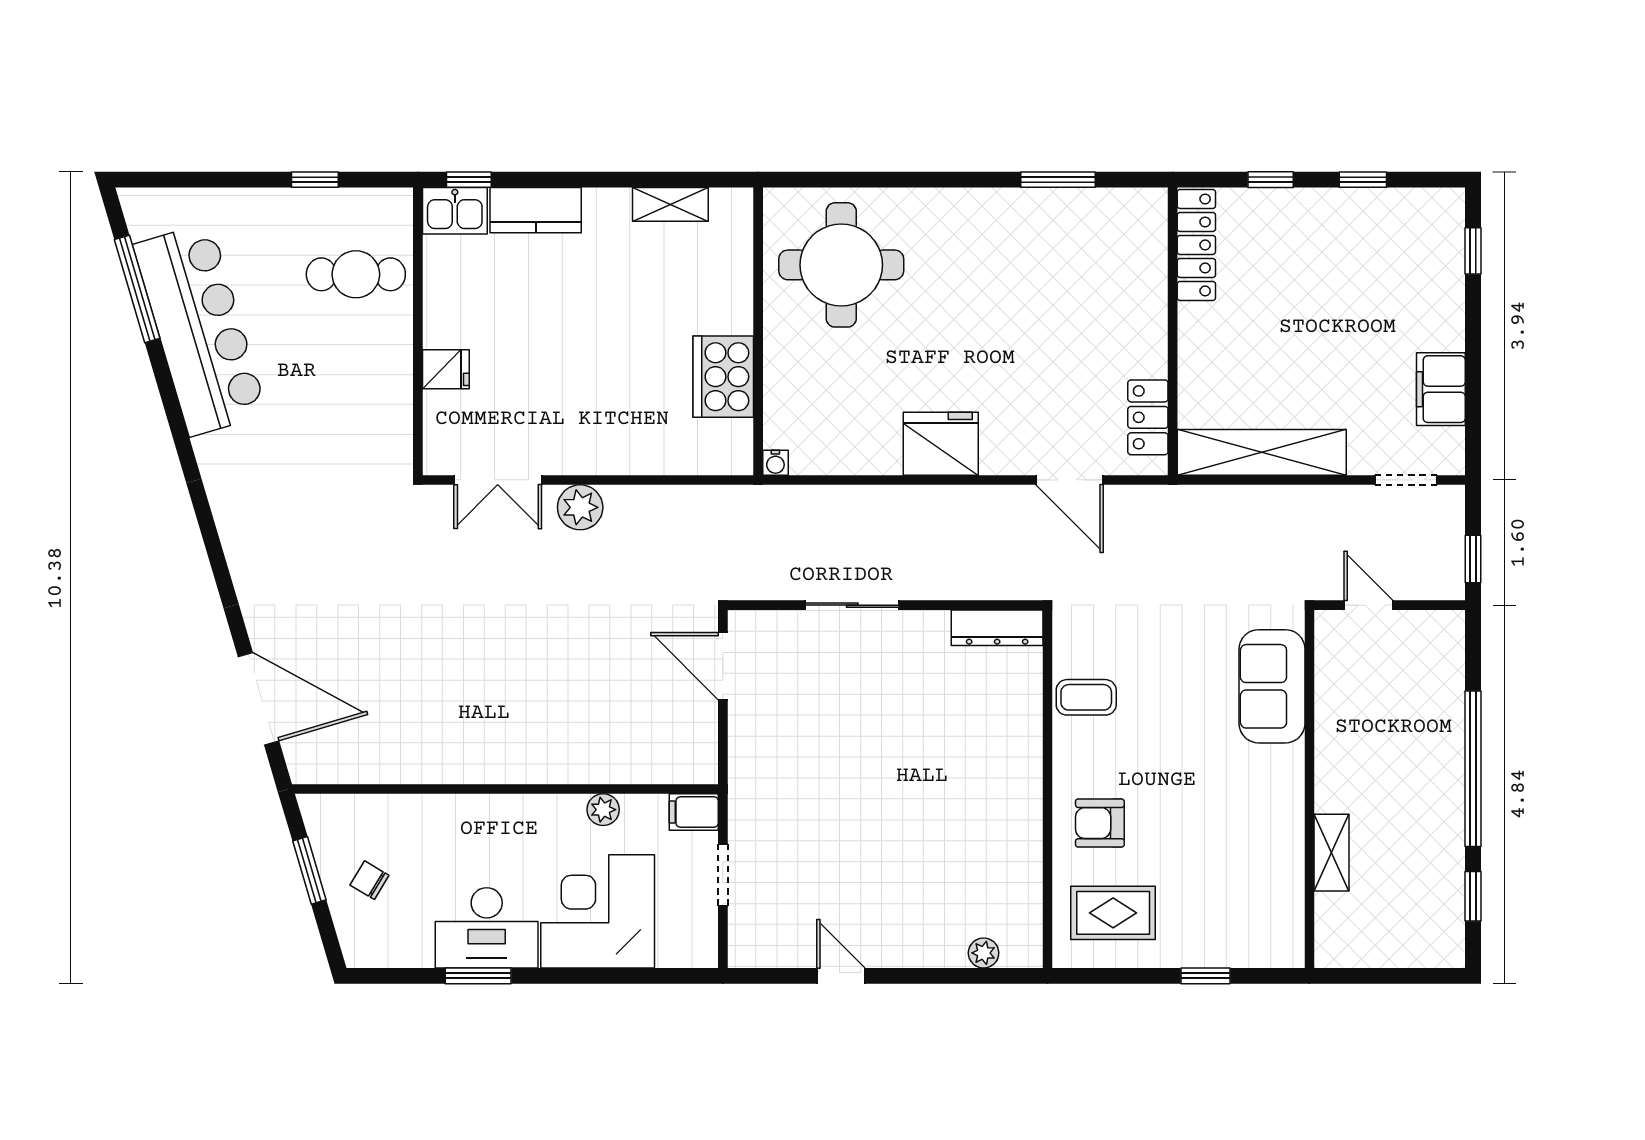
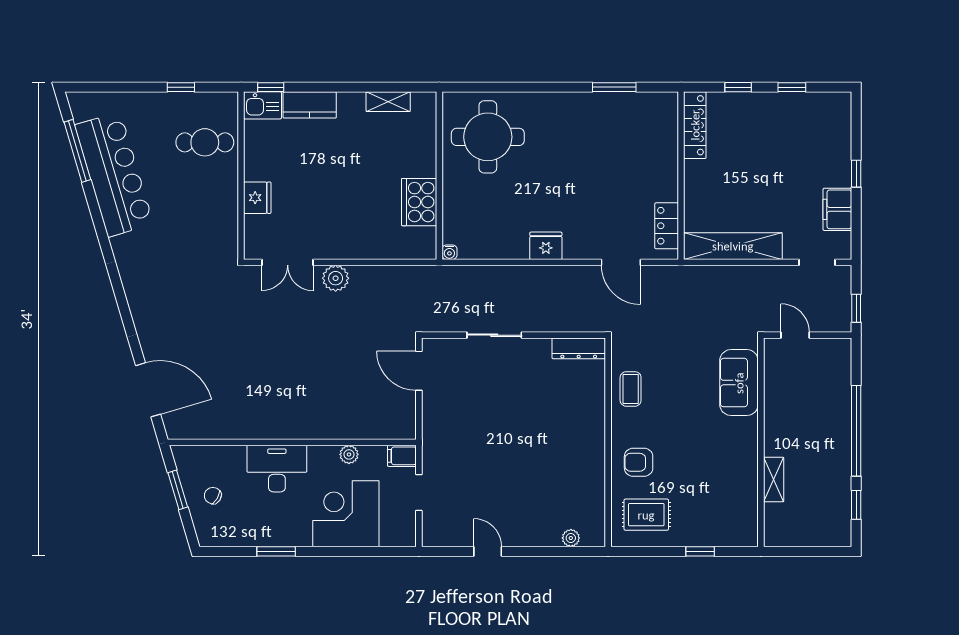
window: (1473, 251) -> (856, 174), moved
fridge: (446, 369) -> (257, 198), width x1.38
fridge: (941, 444) -> (546, 246), width x0.73, depth x0.75
coffee table: (1086, 697) -> (631, 389), turned 90
desk: (487, 928) -> (277, 469), moved, turned 180

